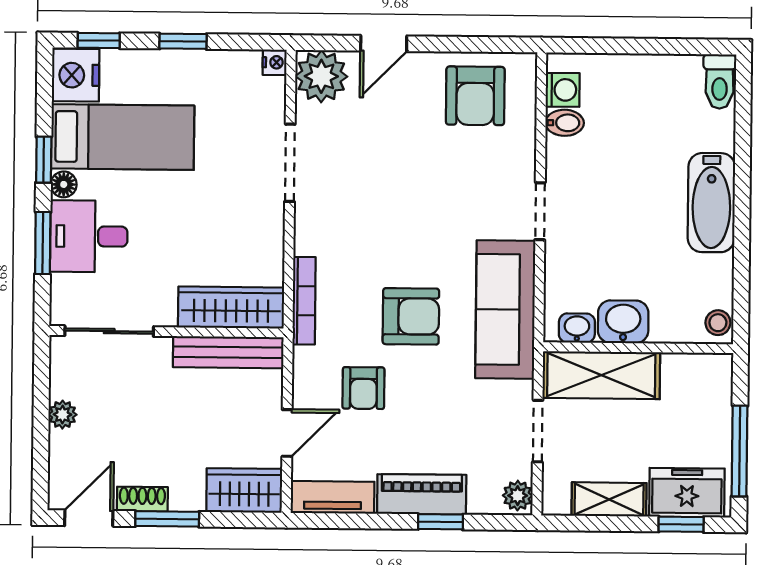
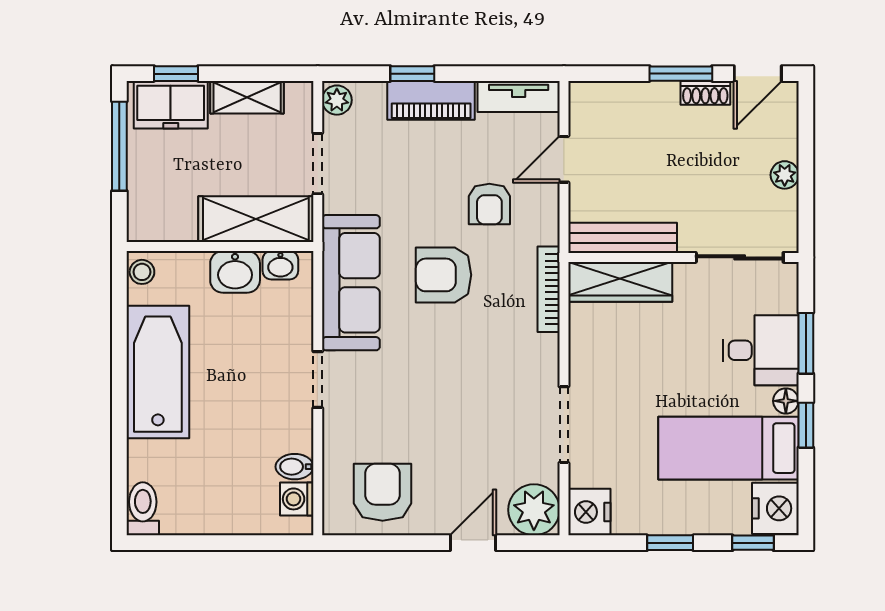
nightstand: (275, 62) -> (589, 512), width x1.89, depth x1.79
bathtub: (711, 203) -> (158, 372), width x1.36, depth x1.36
armchair: (363, 388) -> (489, 204), turned 180
wardrobe: (244, 490) -> (605, 102), removed

